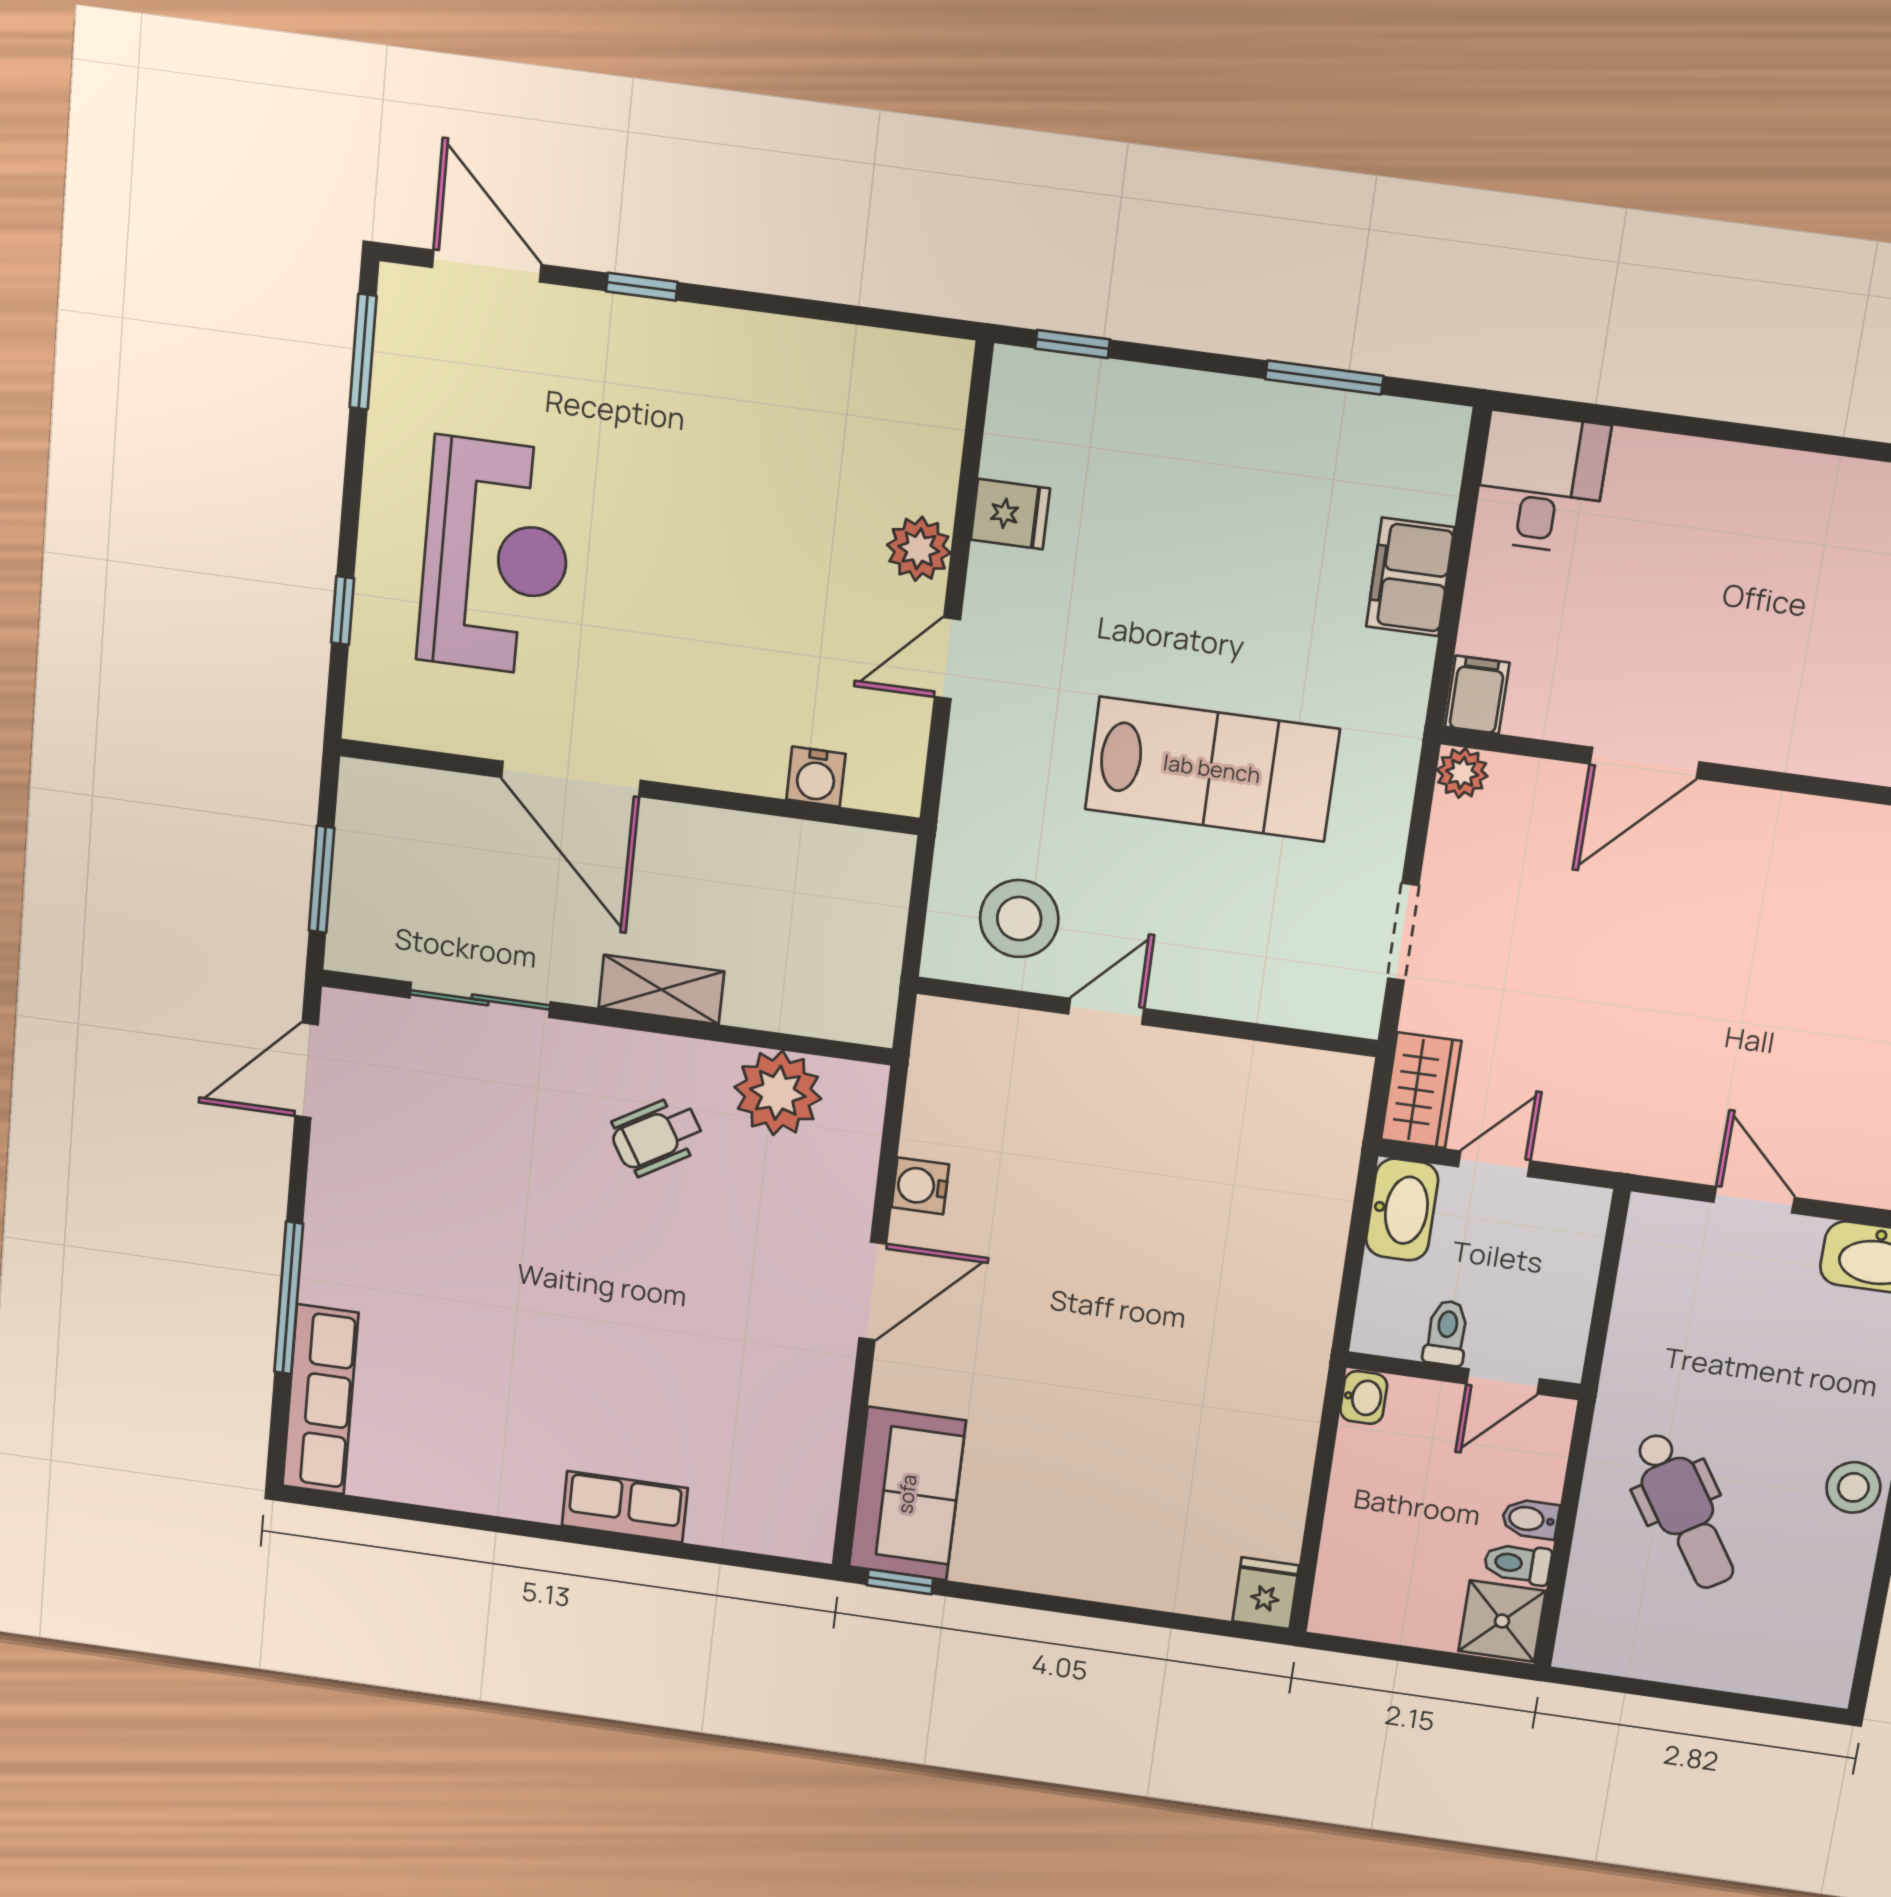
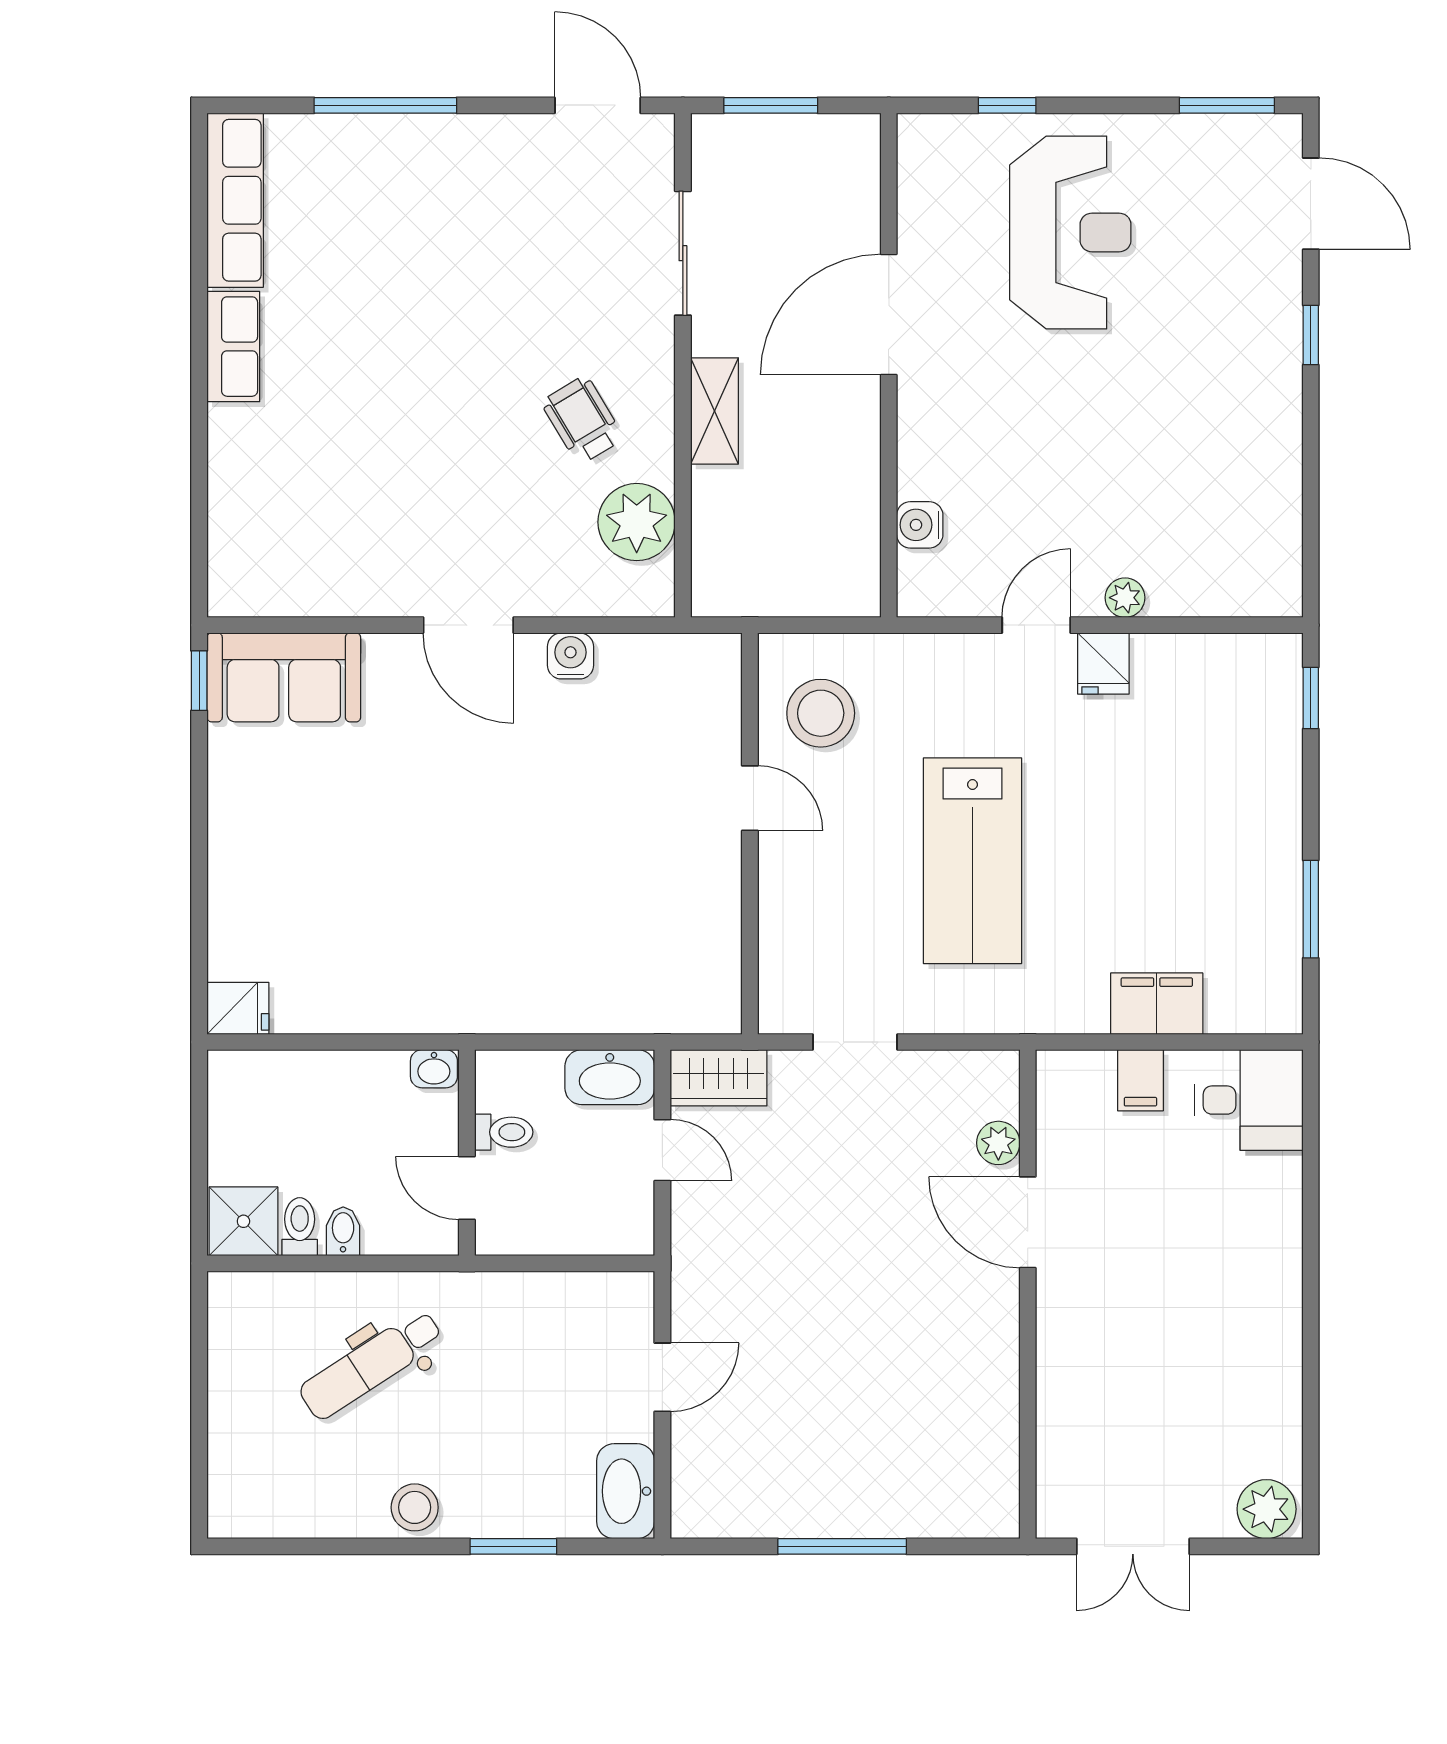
door: (487, 266) -> (1311, 204), hinge flipped
fridge: (1010, 514) -> (1103, 664), moved
plant: (919, 549) -> (1125, 598), width x0.73, depth x0.73
reception desk: (496, 557) -> (1070, 232), turned -90
door: (947, 658) -> (1036, 625), hinge flipped
filing cabinet: (1477, 695) -> (1140, 1080), moved, turned 90
plant: (1462, 773) -> (998, 1143), moved
row of seats: (320, 1400) -> (235, 200), moved, turned -90
row of seats: (625, 1507) -> (233, 347), moved

